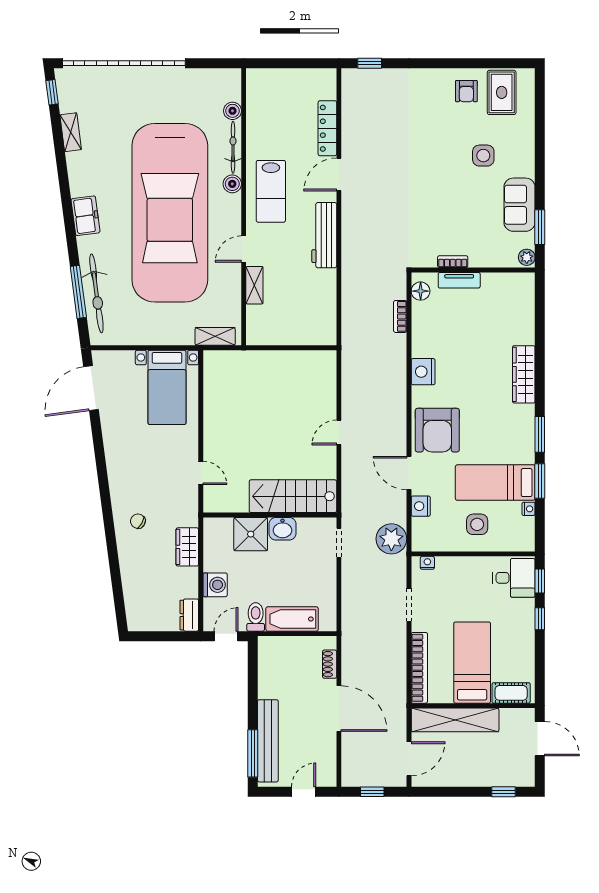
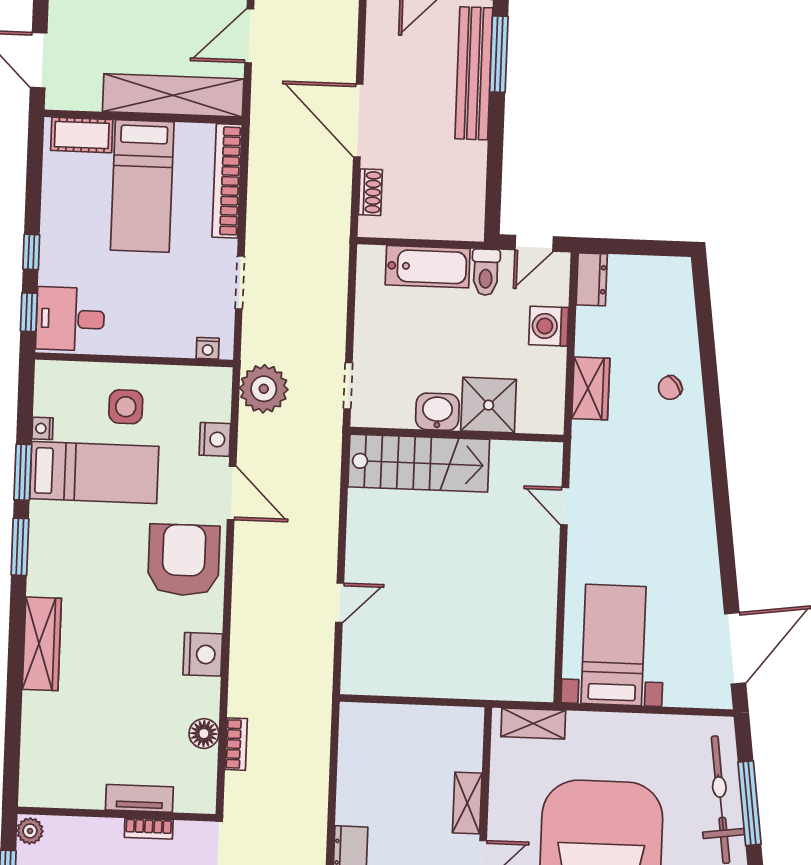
floor lamp: (421, 291) -> (204, 734), moved
door: (339, 433) -> (340, 603), moved
chair: (138, 521) -> (670, 388), moved, turned 114

